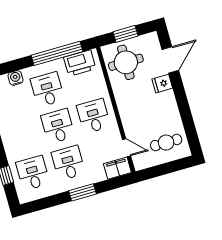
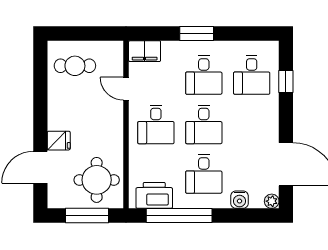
window: (125, 34) -> (87, 215), width x1.44
door: (126, 148) -> (126, 89), moved

